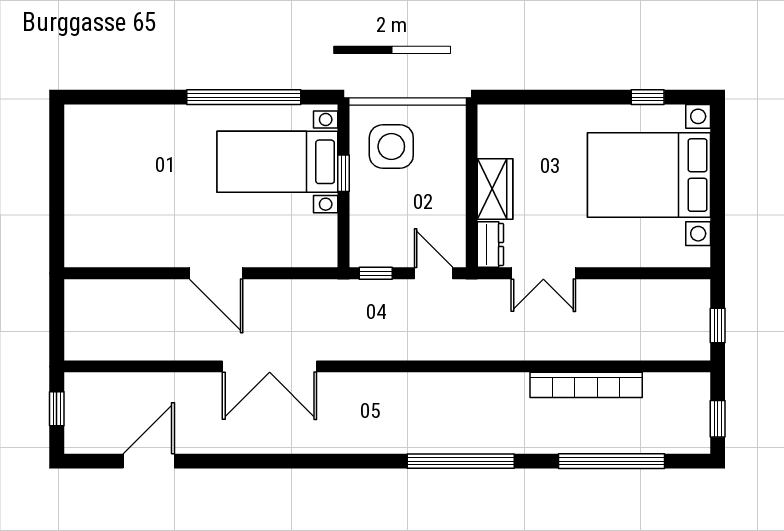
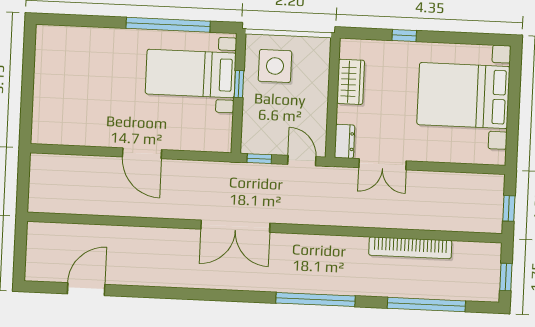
window: (648, 97) -> (404, 35), moved
wardrobe: (495, 189) -> (351, 82), moved
double door: (270, 366) -> (235, 226), moved
window: (57, 409) -> (20, 248), removed

